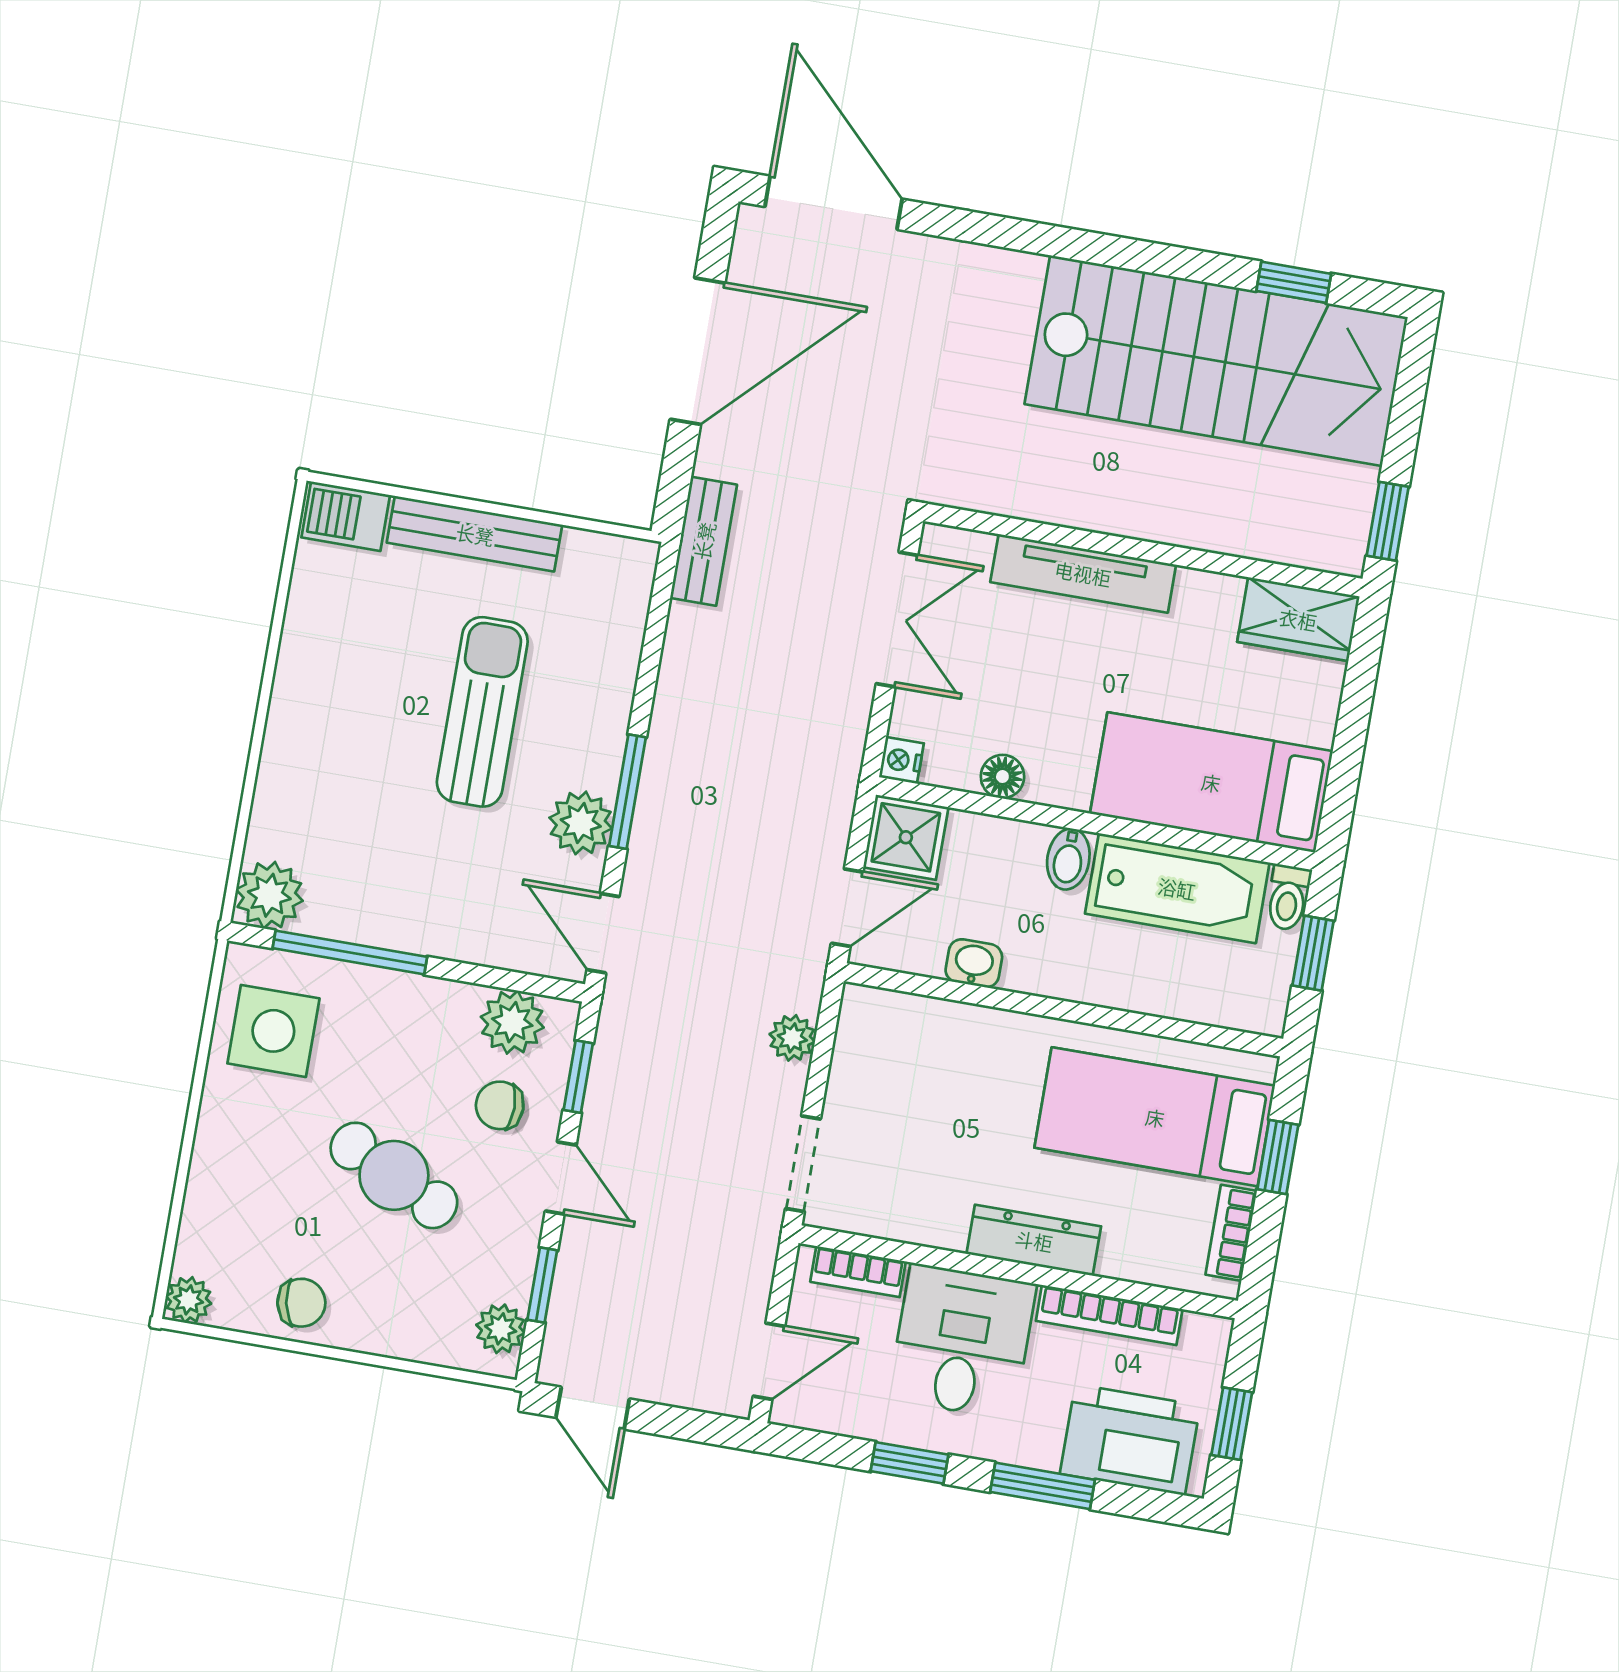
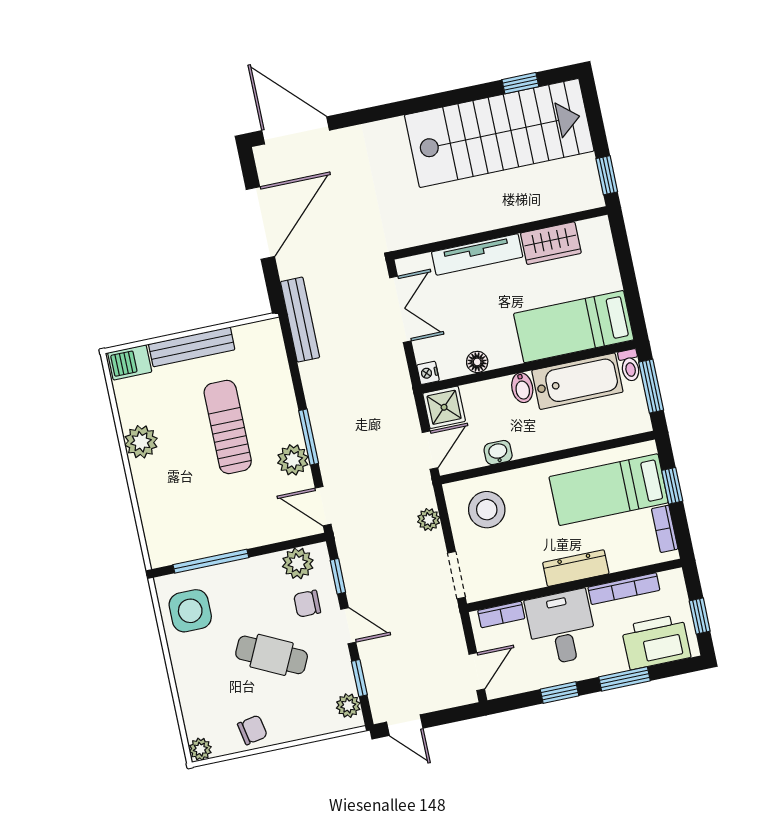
bench: (704, 541) -> (300, 320), width x1.36
wardrobe: (1298, 619) -> (551, 243), moved
plant: (269, 895) -> (141, 442), moved
window: (1313, 953) -> (651, 386), width x1.50
stool: (910, 1063) -> (487, 510), added

